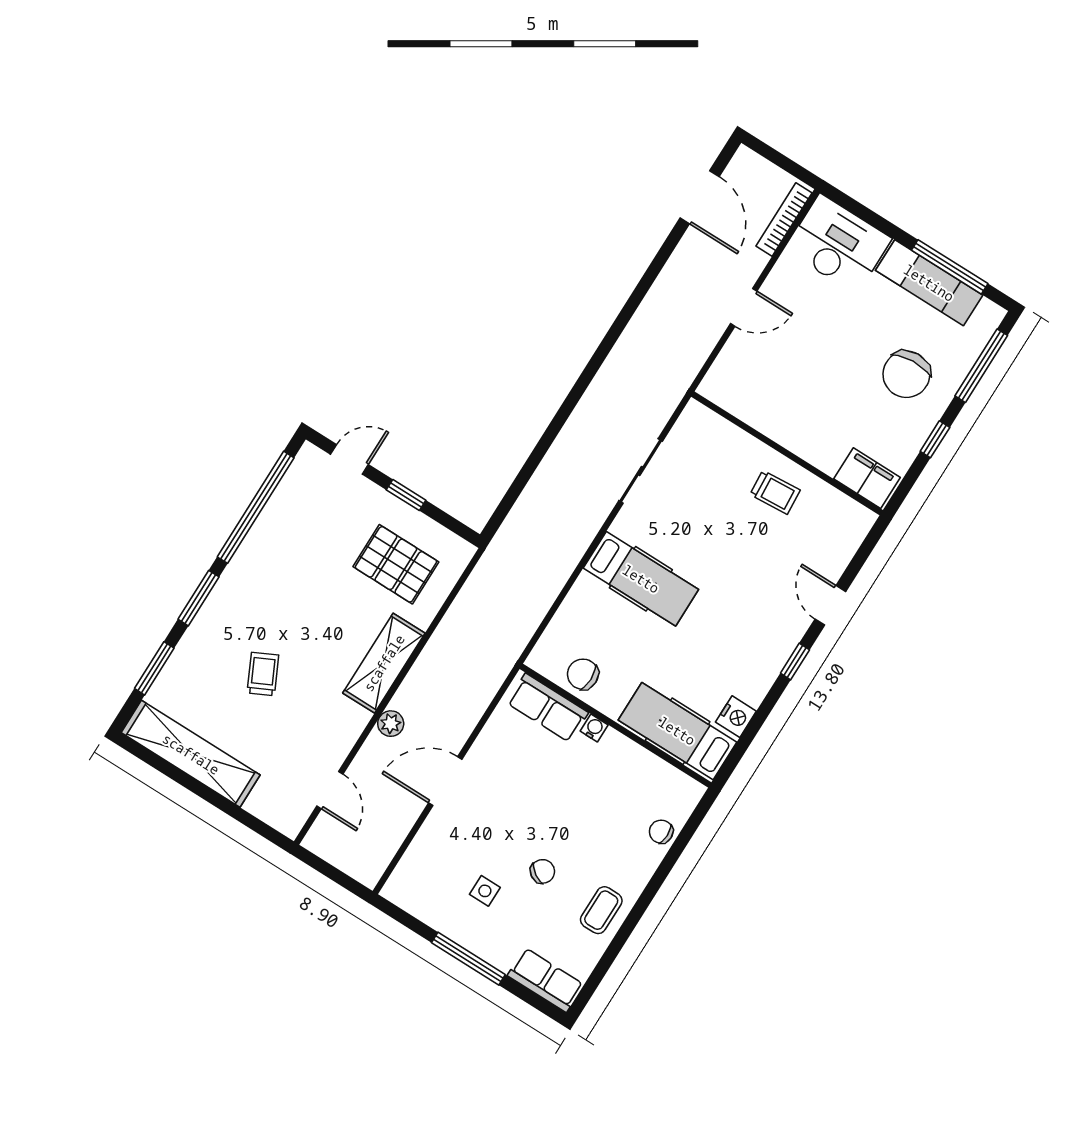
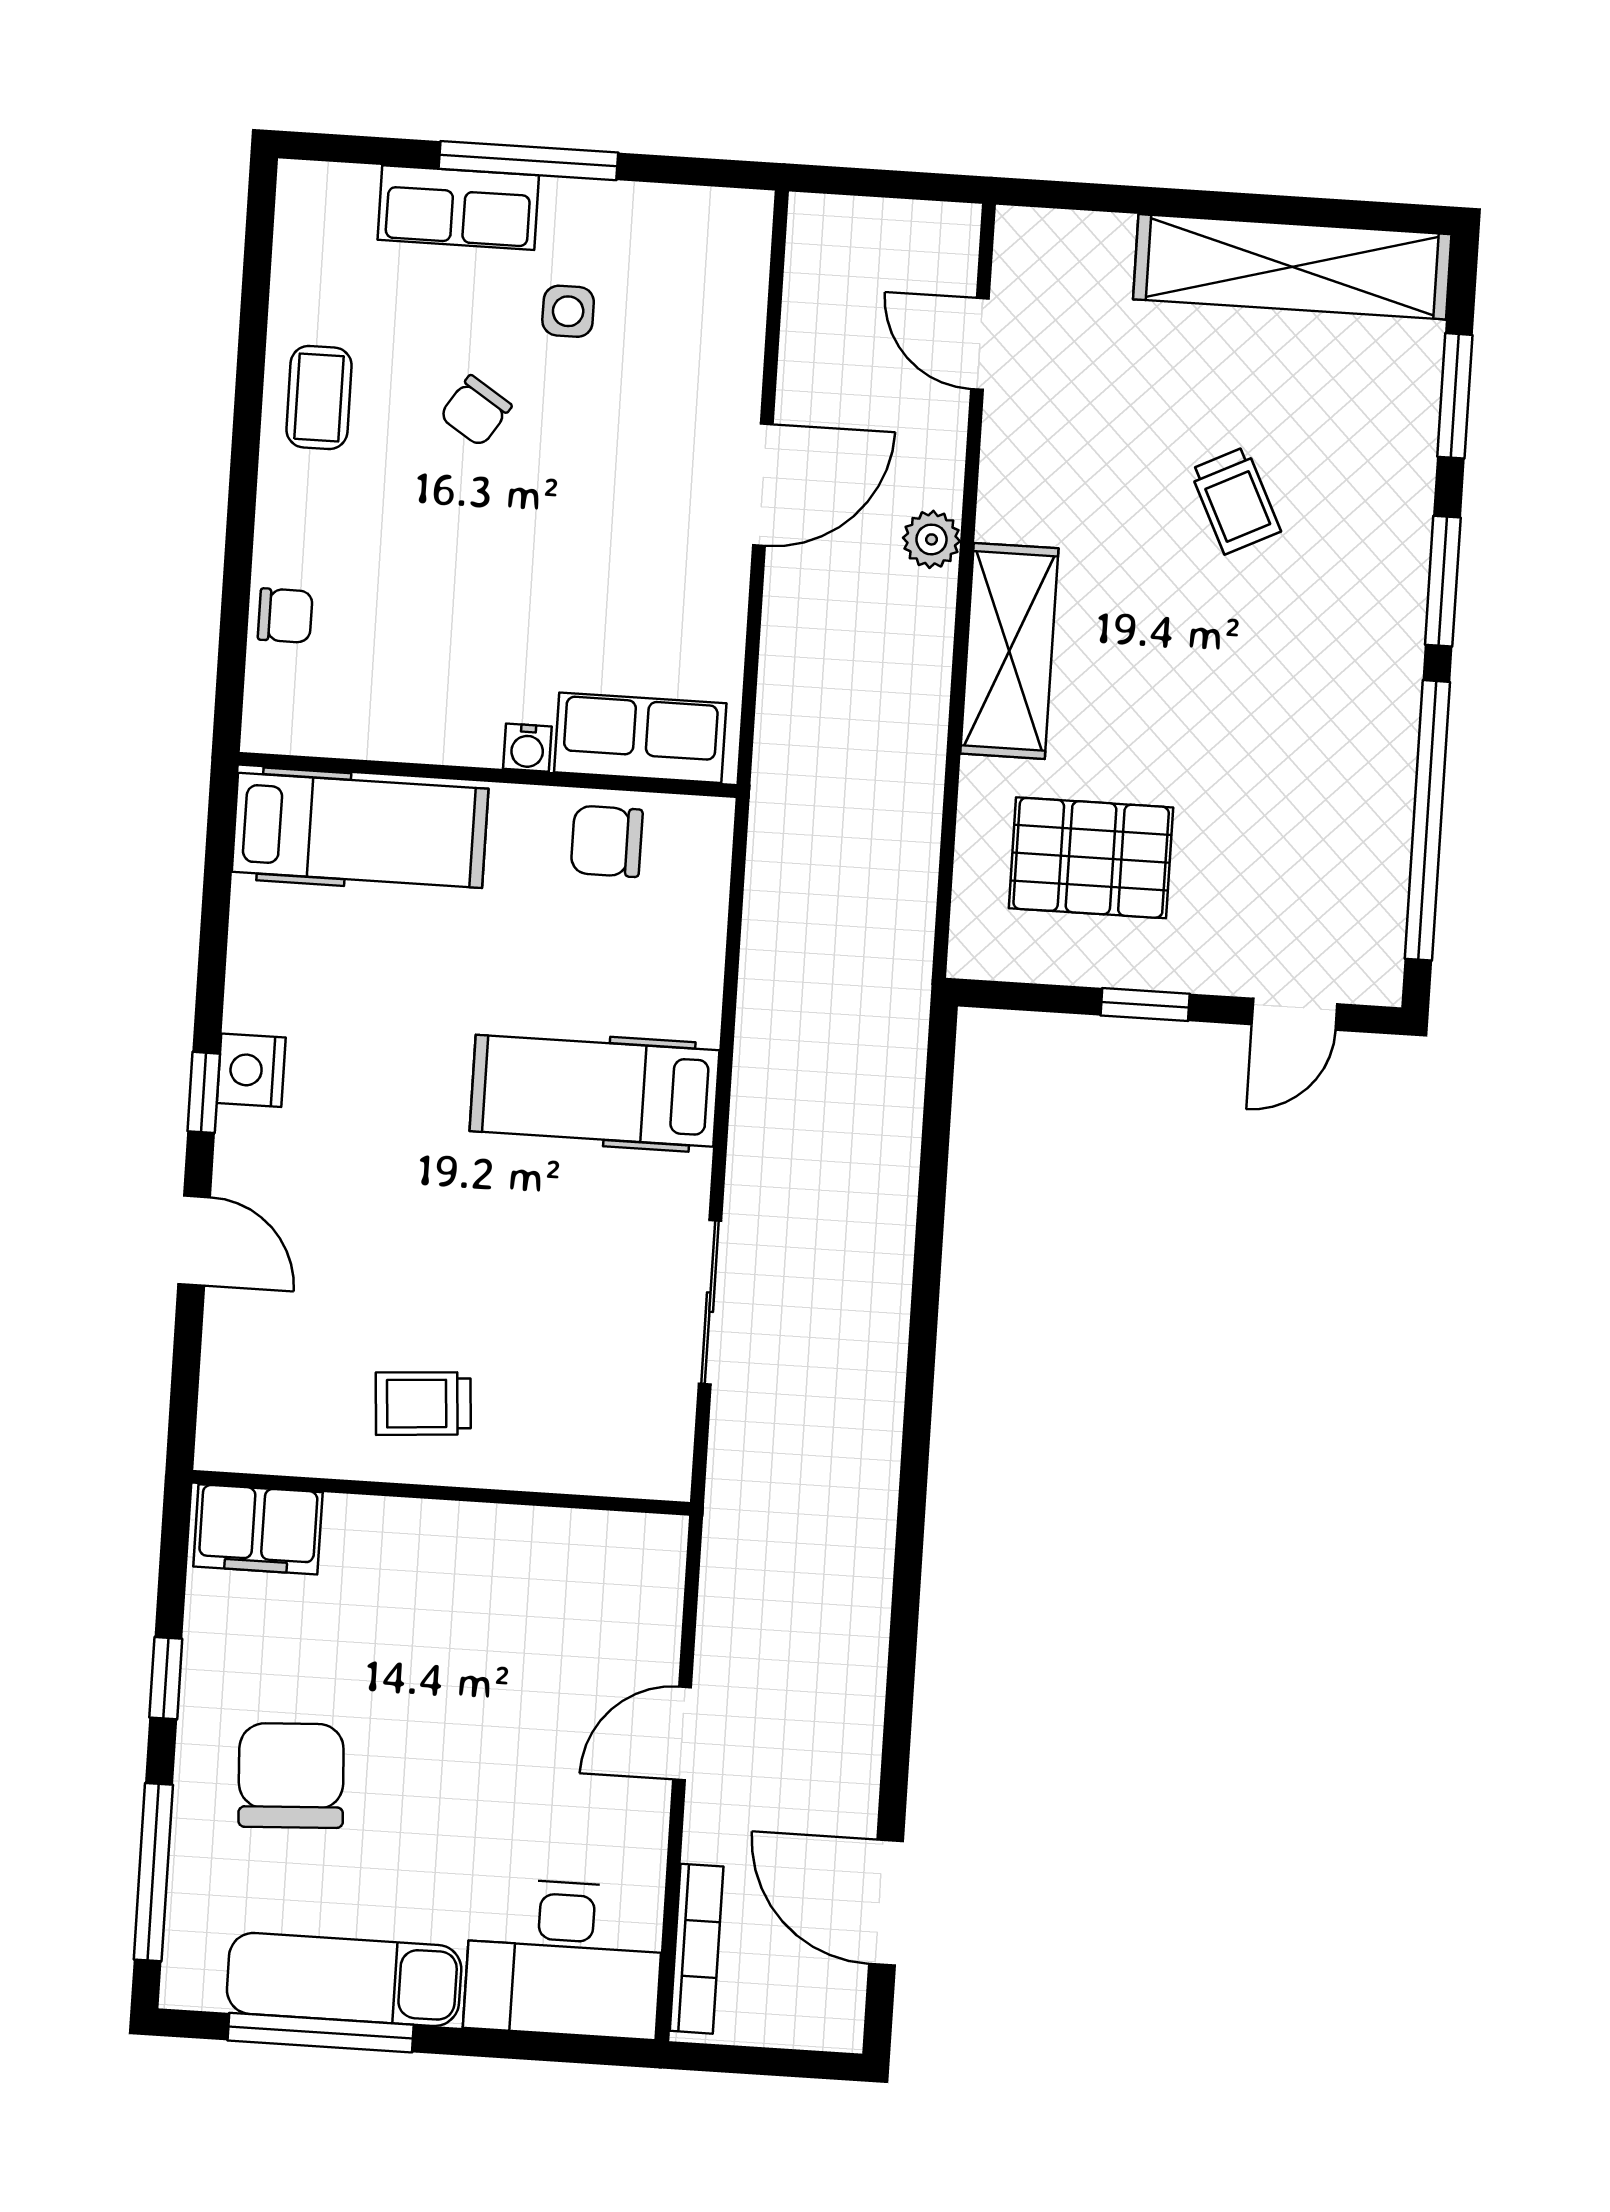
chair: (583, 674) -> (607, 841), turned 180
nightstand: (736, 717) -> (251, 1070), moved
row of seats: (546, 980) -> (458, 208), moved

